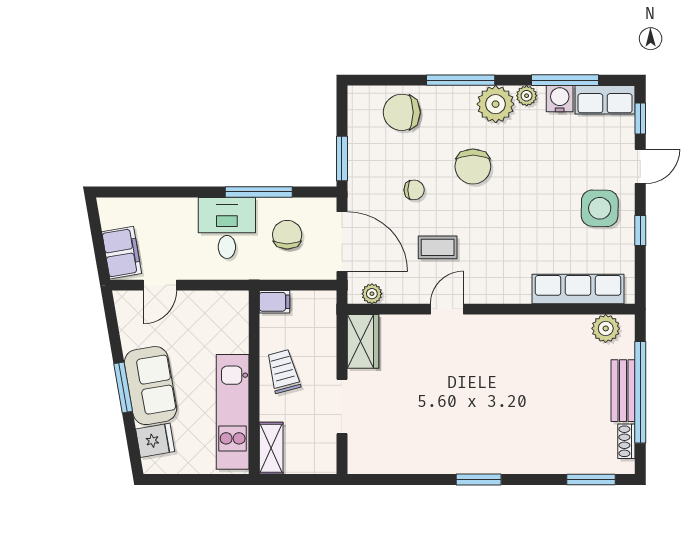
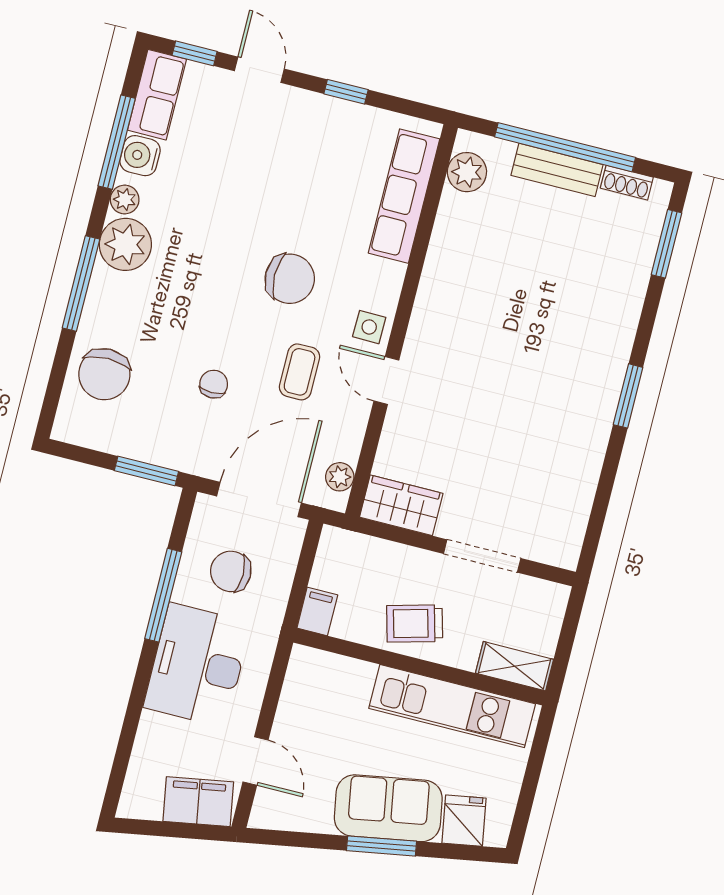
chair: (473, 166) -> (290, 279), moved
side table: (600, 208) -> (369, 327), moved, width x0.54, depth x0.54
desk: (227, 228) -> (197, 665), width x1.37

